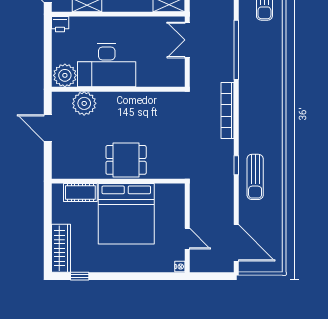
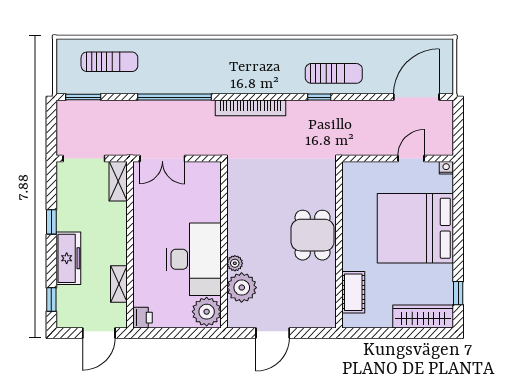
plant: (104, 98) -> (235, 263), added
bed: (126, 214) -> (415, 228), moved, turned 180

